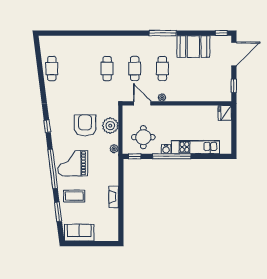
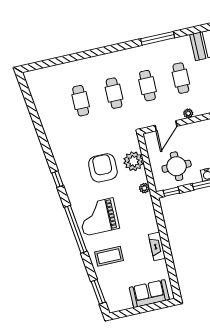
window: (163, 33) -> (158, 38), moved
cafe table: (52, 69) -> (81, 101), moved
door: (142, 103) -> (166, 126), swing flipped
window: (58, 212) -> (98, 292), moved
sofa: (79, 233) -> (149, 294), moved

